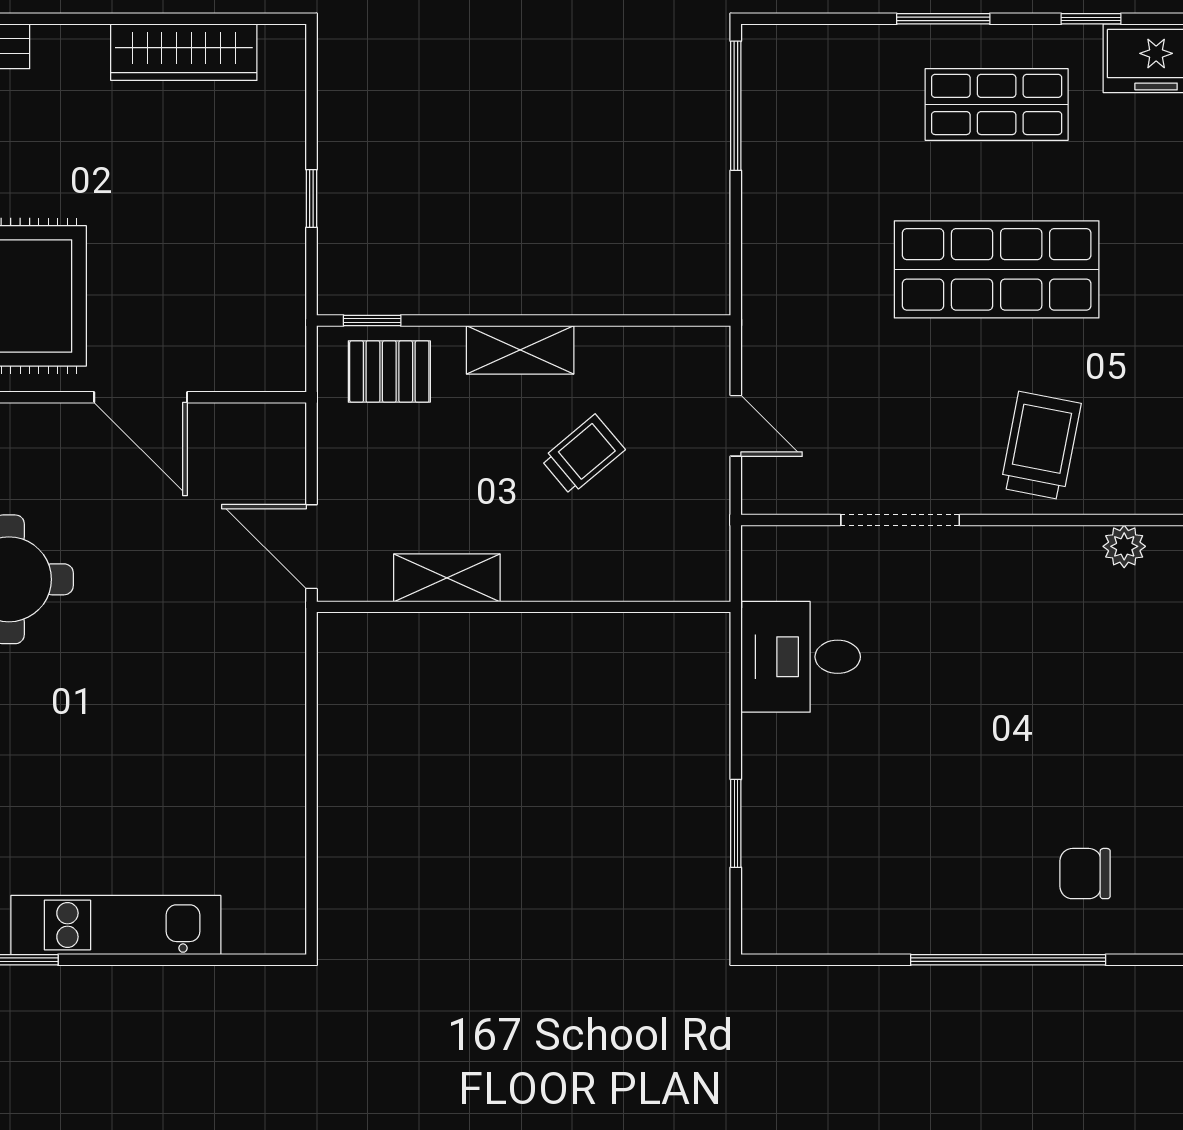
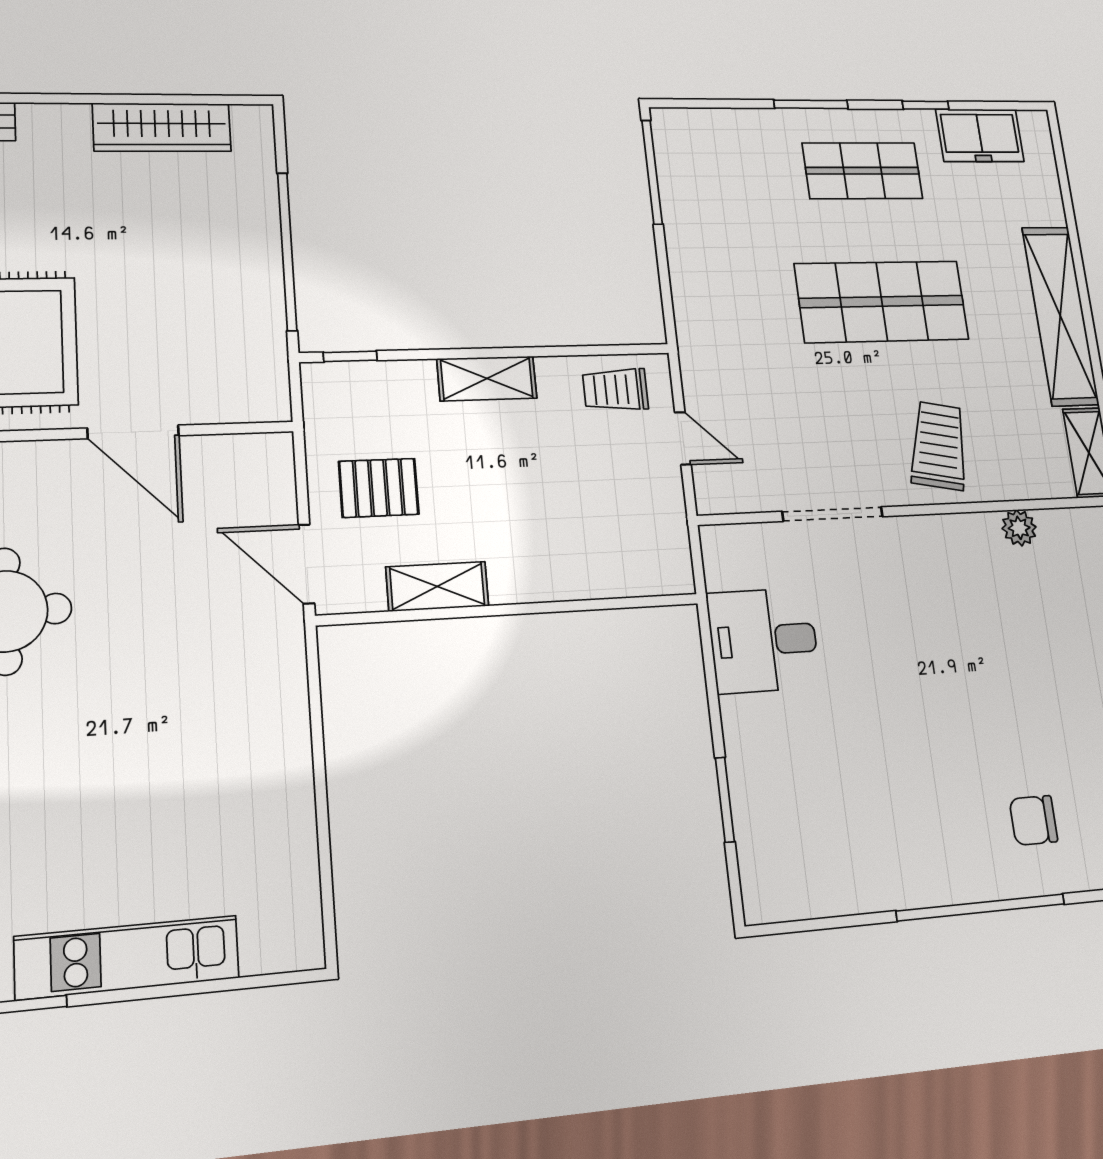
window: (311, 198) -> (287, 251), width x3.17
pallet: (389, 372) -> (379, 488), moved
trolley: (583, 455) -> (615, 390), moved, turned -140

